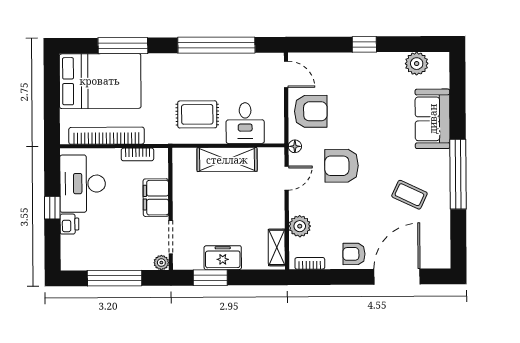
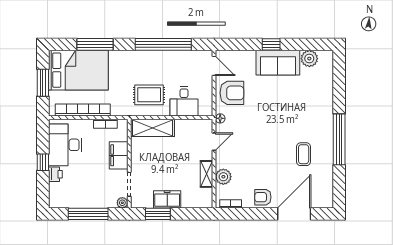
window: (52, 99) -> (43, 83), added
sofa: (433, 119) -> (278, 63), moved, turned -90
shelving: (227, 160) -> (152, 128), moved
armchair: (342, 166) -> (254, 133), removed
coffee table: (409, 195) -> (304, 154), turned 65
shelving: (277, 247) -> (207, 174), moved

